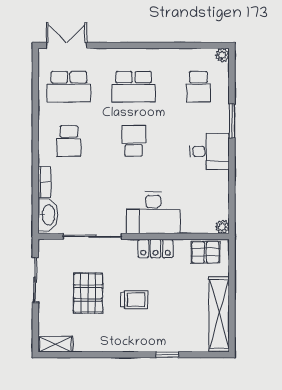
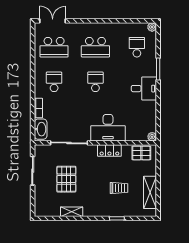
school desk: (198, 87) -> (137, 47), turned 180
school desk: (69, 141) -> (54, 82), turned 180
trolley: (134, 300) -> (119, 188), moved
shelving: (219, 314) -> (150, 192), width x0.68
shelving: (55, 344) -> (72, 212), moved

